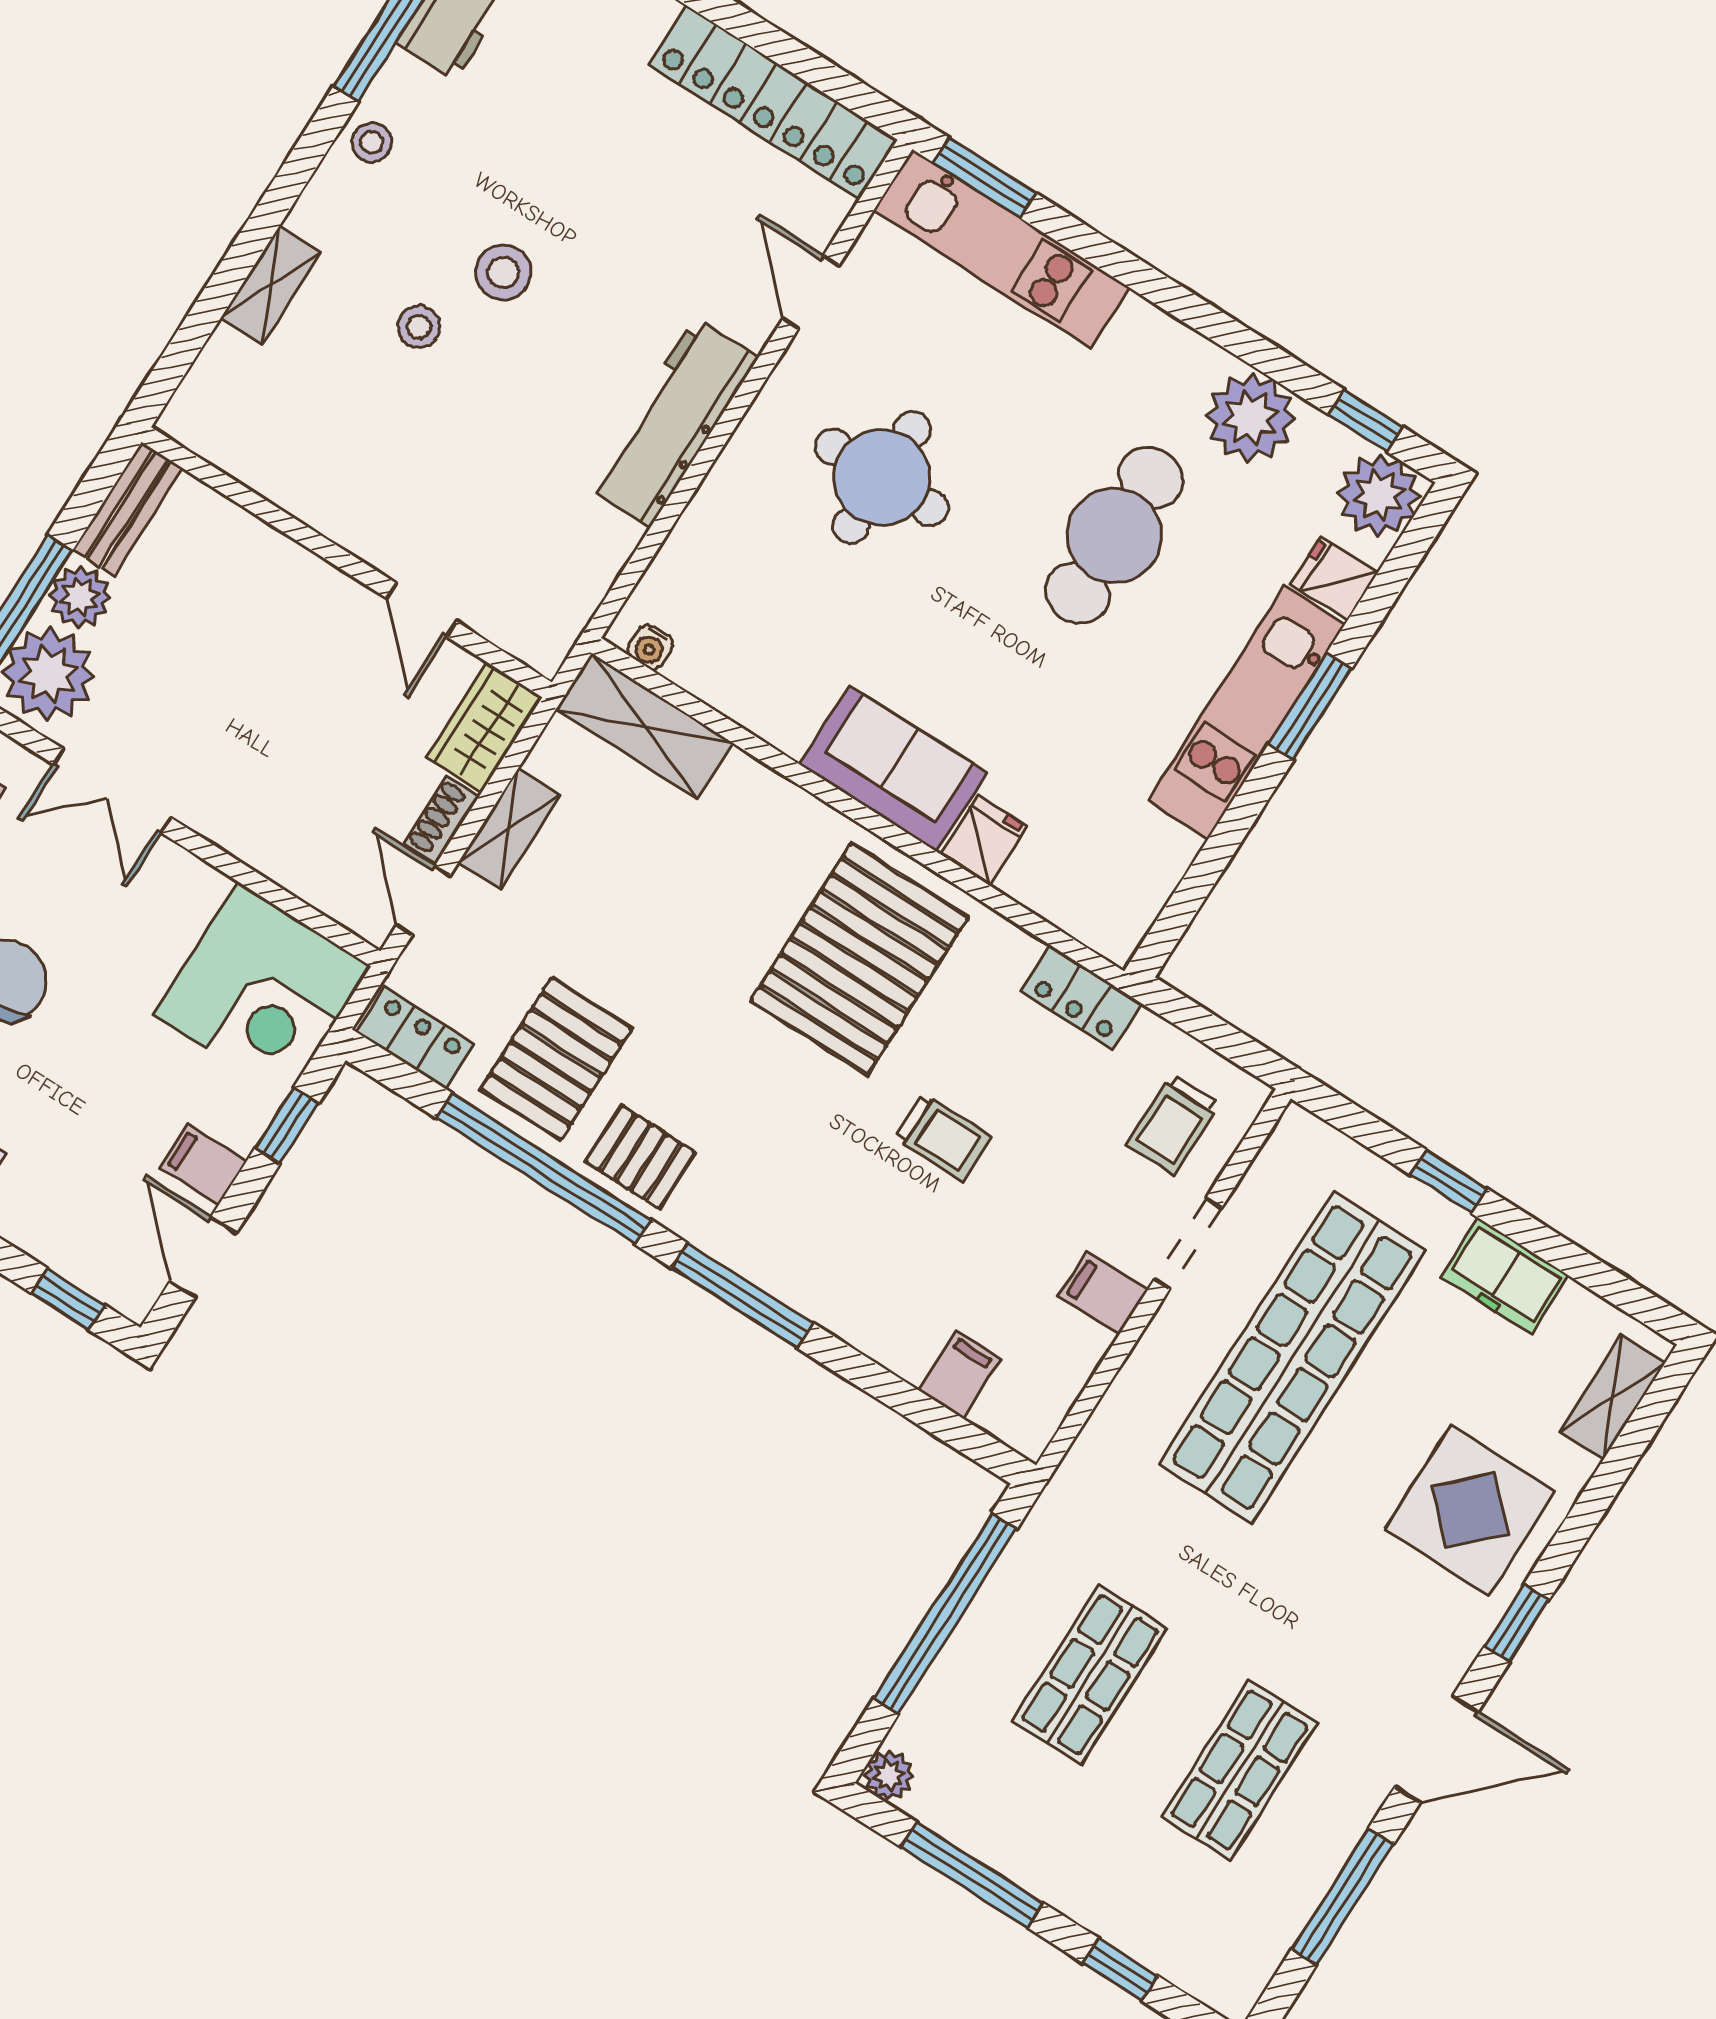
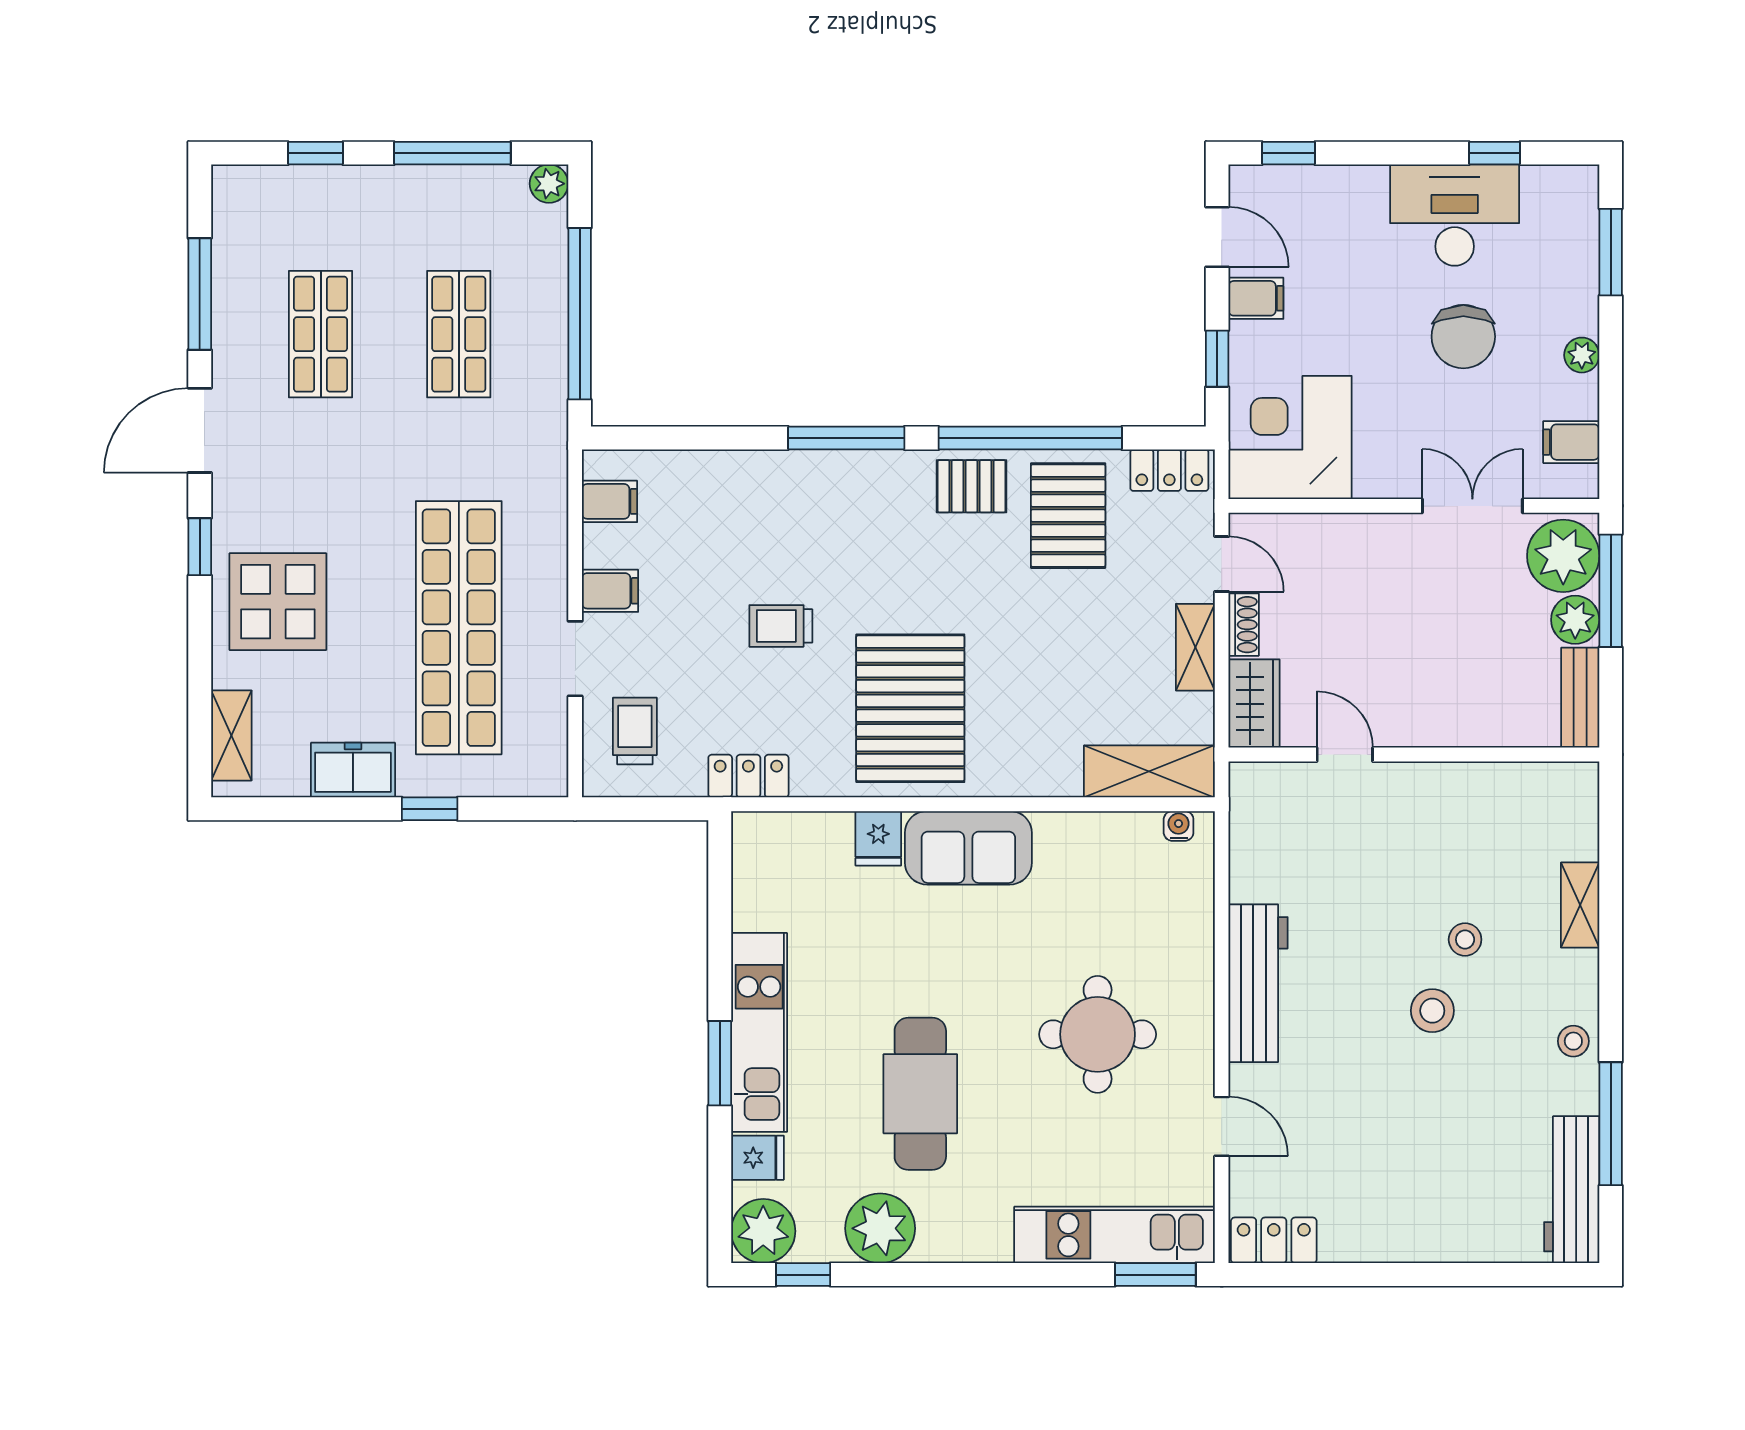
locker: (773, 102) -> (1274, 1240), width x0.46, depth x0.83
filing cabinet: (959, 1374) -> (609, 501), moved, turned -90

